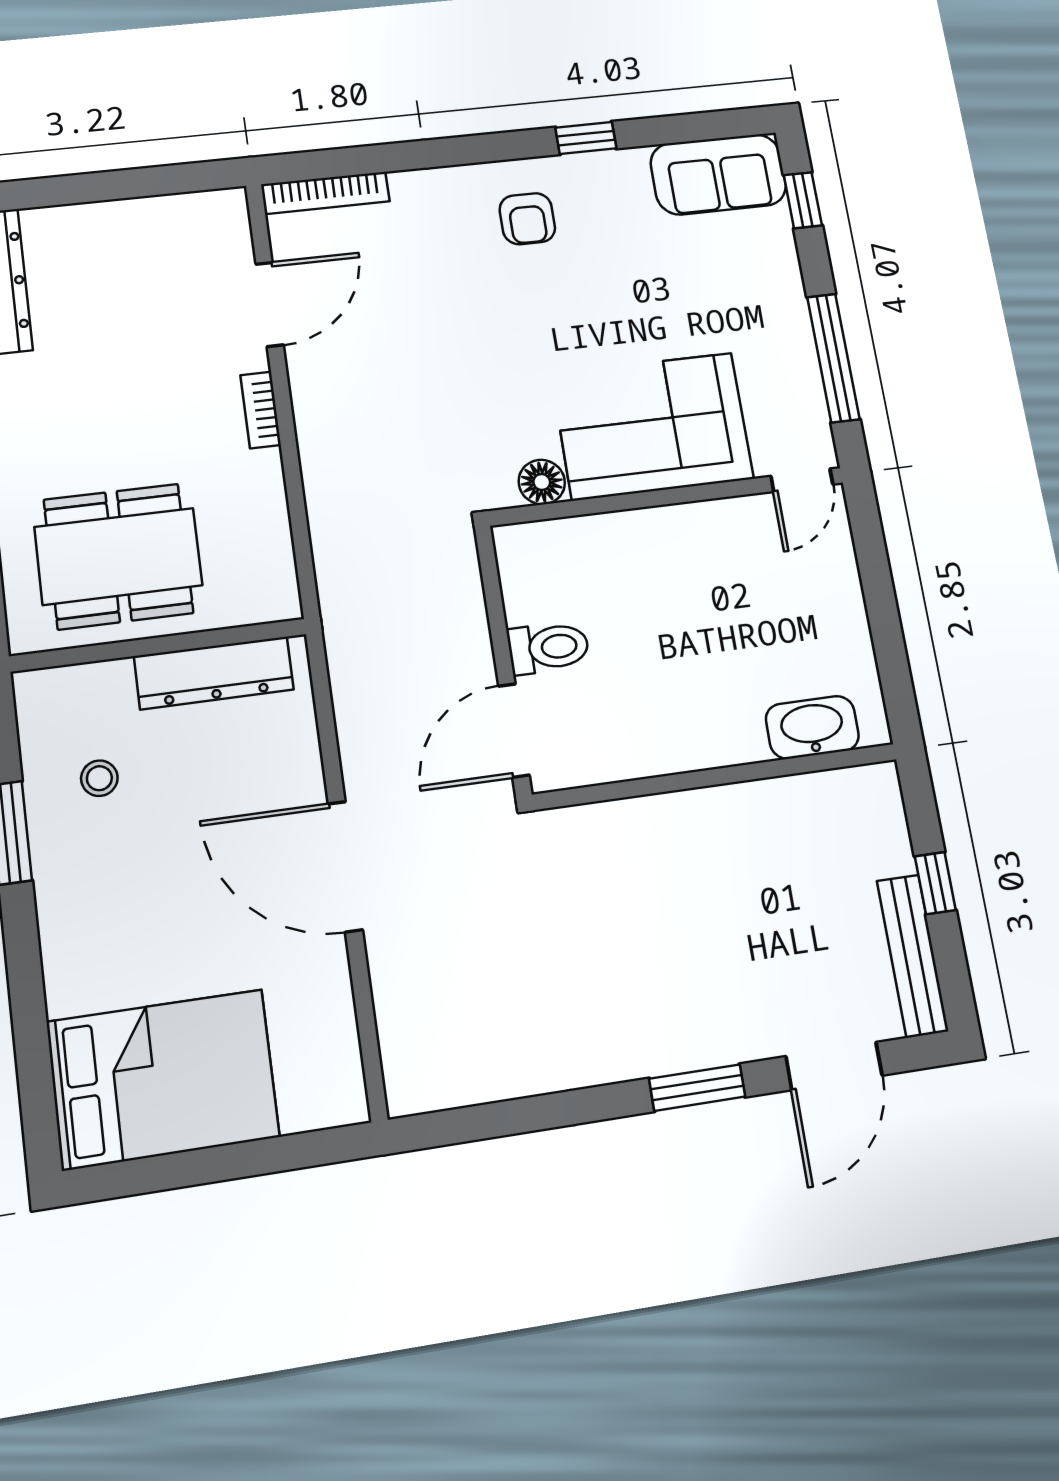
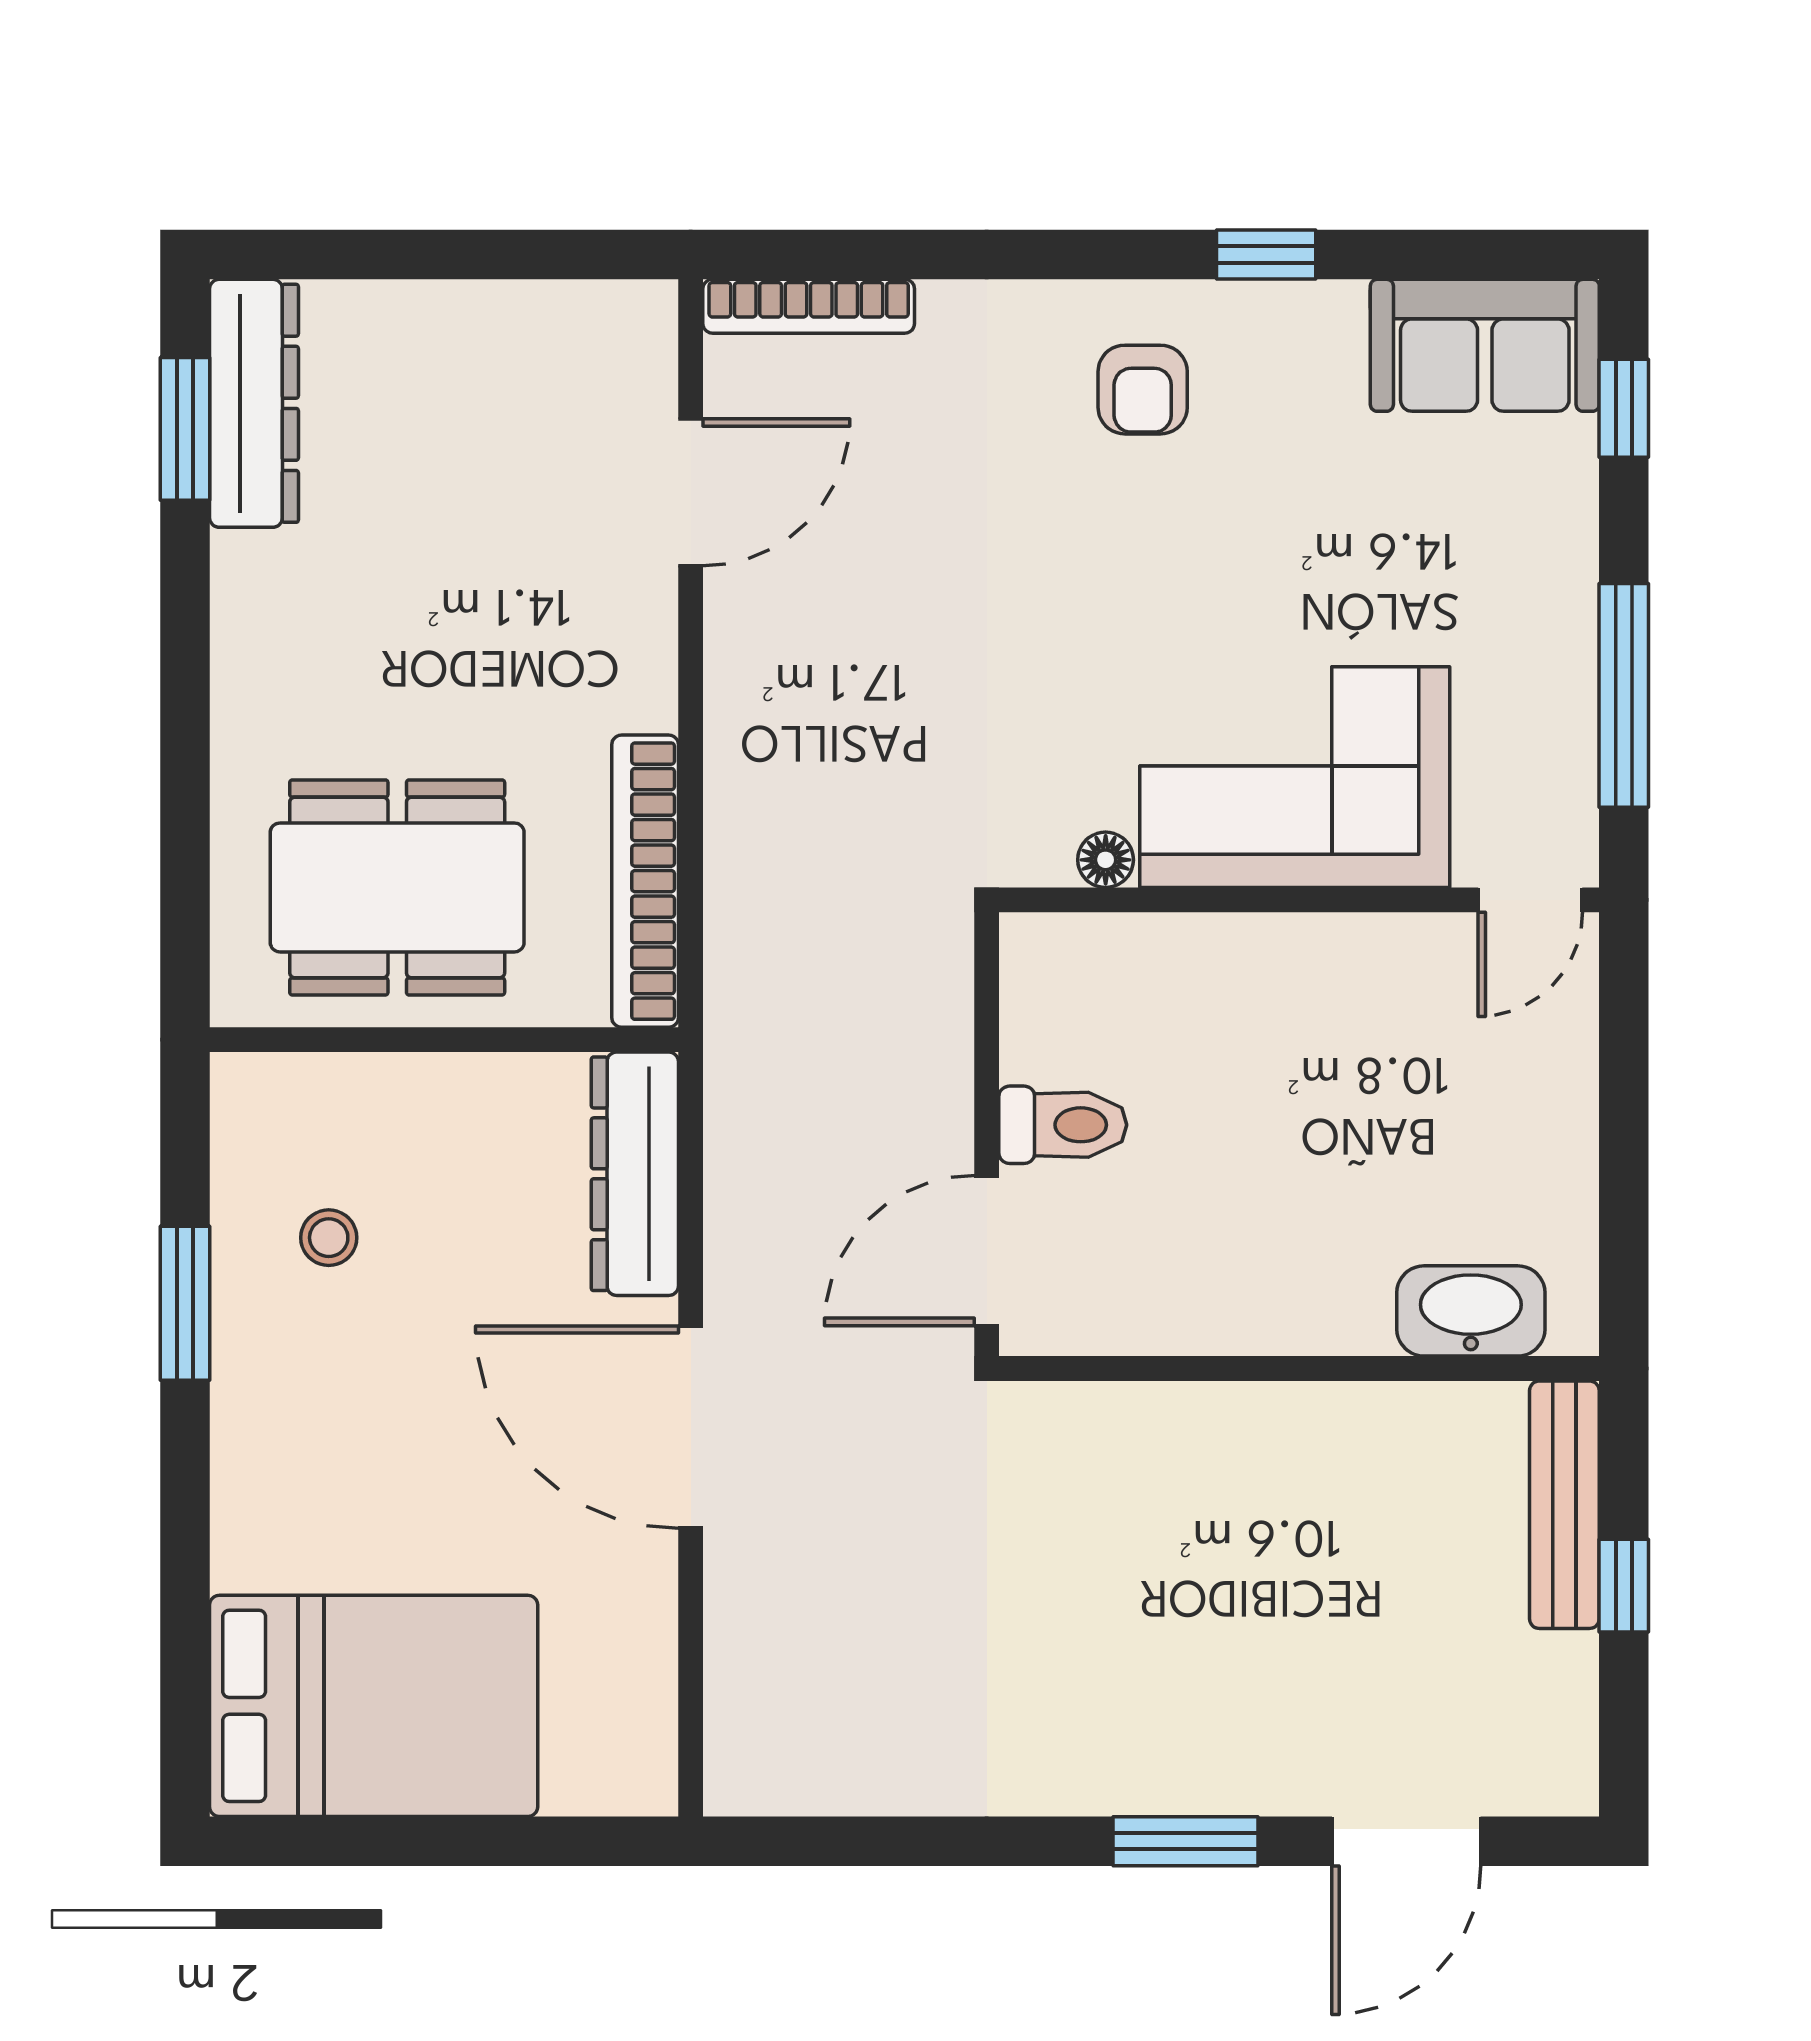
bookcase: (261, 410) -> (645, 881), moved, width x2.31, depth x1.31
floor lamp: (542, 482) -> (1106, 860), width x0.73, depth x0.73
dresser: (214, 673) -> (635, 1174), moved, turned 90
bench: (913, 956) -> (1564, 1505), moved

